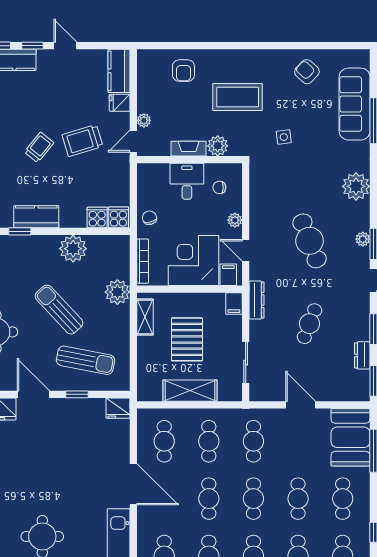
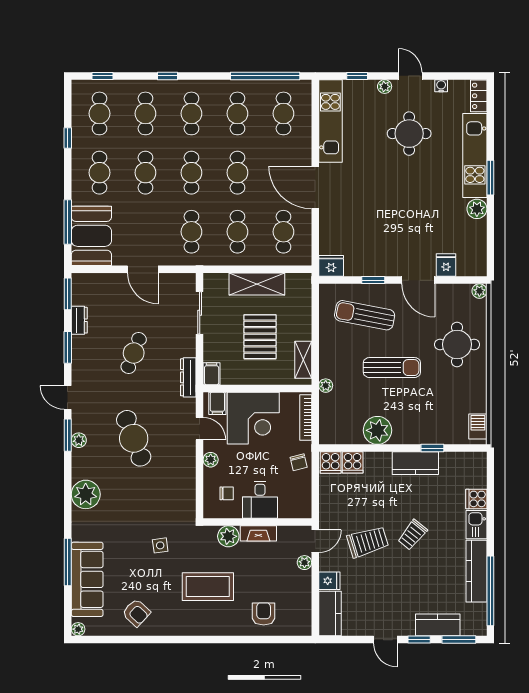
plant: (363, 56) -> (78, 629), added
plant: (117, 292) -> (326, 386), width x0.53, depth x0.53
sun lounger: (59, 310) -> (392, 368), turned -47

